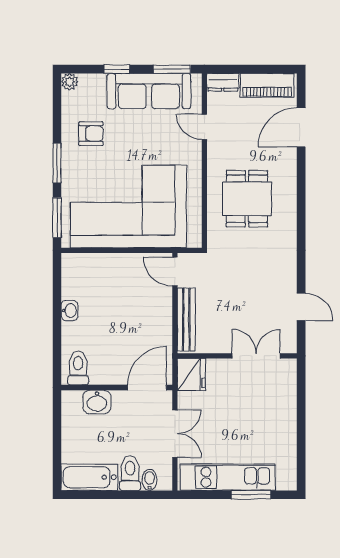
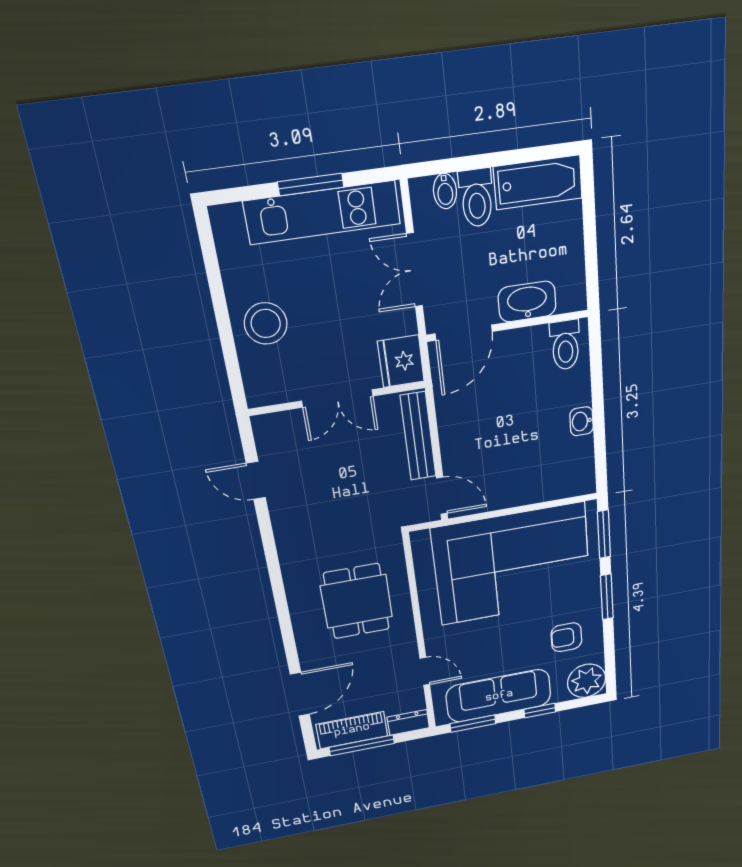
window: (262, 69) -> (362, 745), added
plant: (70, 82) -> (587, 681), width x1.87, depth x1.87
double door: (256, 356) -> (337, 398), moved
washbasin: (97, 402) -> (527, 302), width x1.38
stool: (275, 414) -> (266, 323), added
window: (251, 495) -> (311, 185), moved

